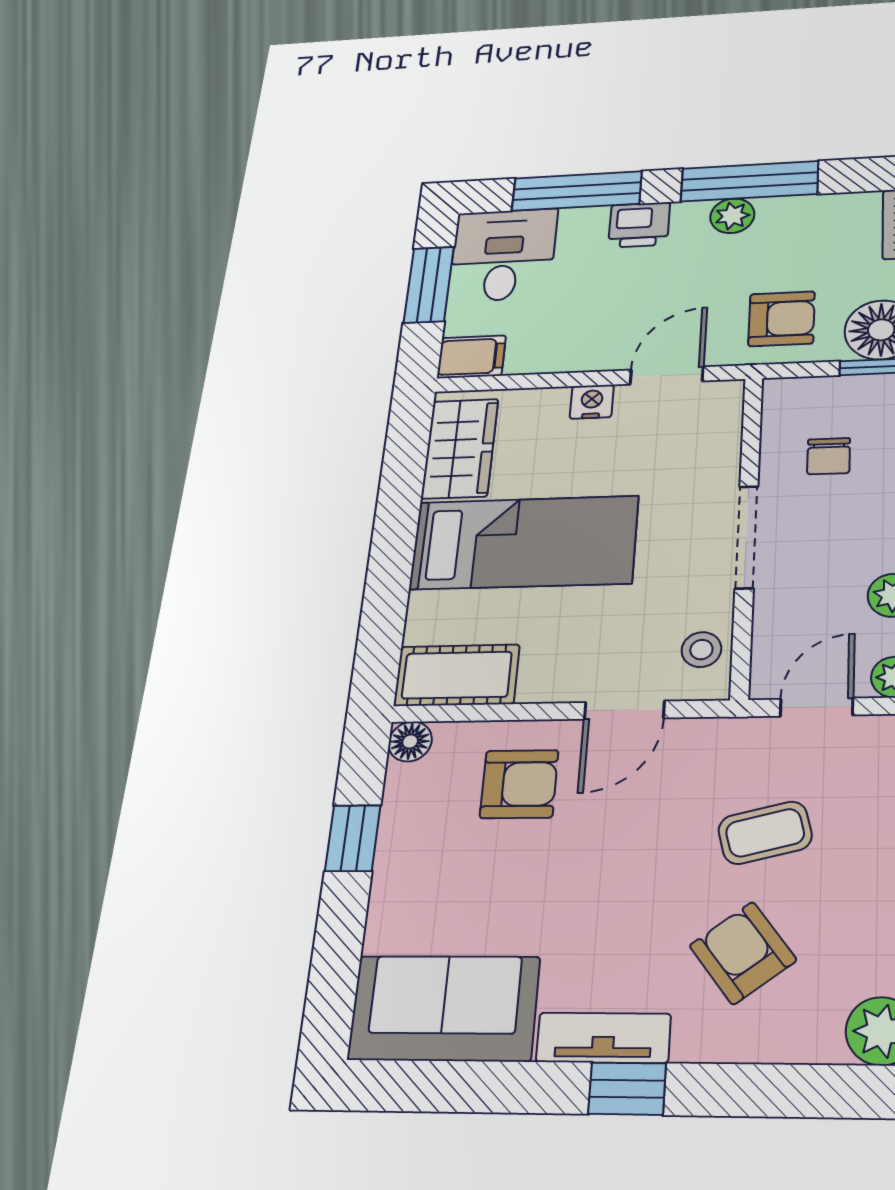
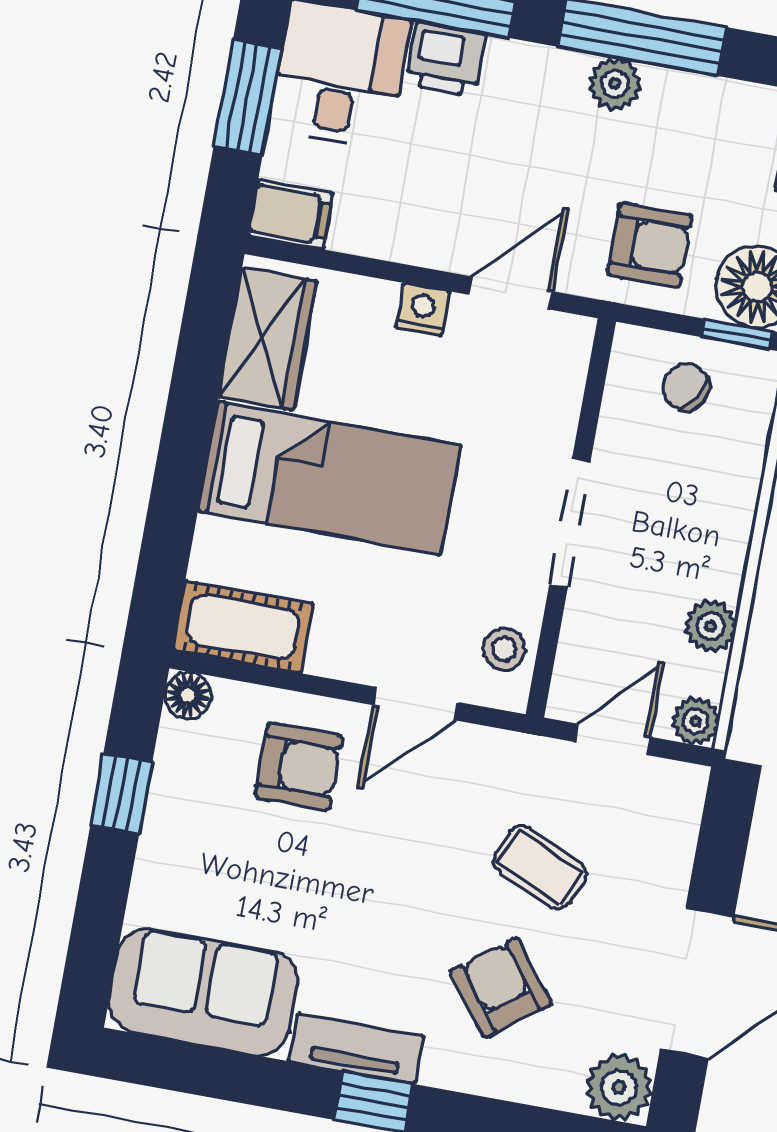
printer: (639, 225) -> (446, 59), moved
chair: (829, 456) -> (686, 387), moved, turned 121
coffee table: (765, 833) -> (540, 867), turned 38

